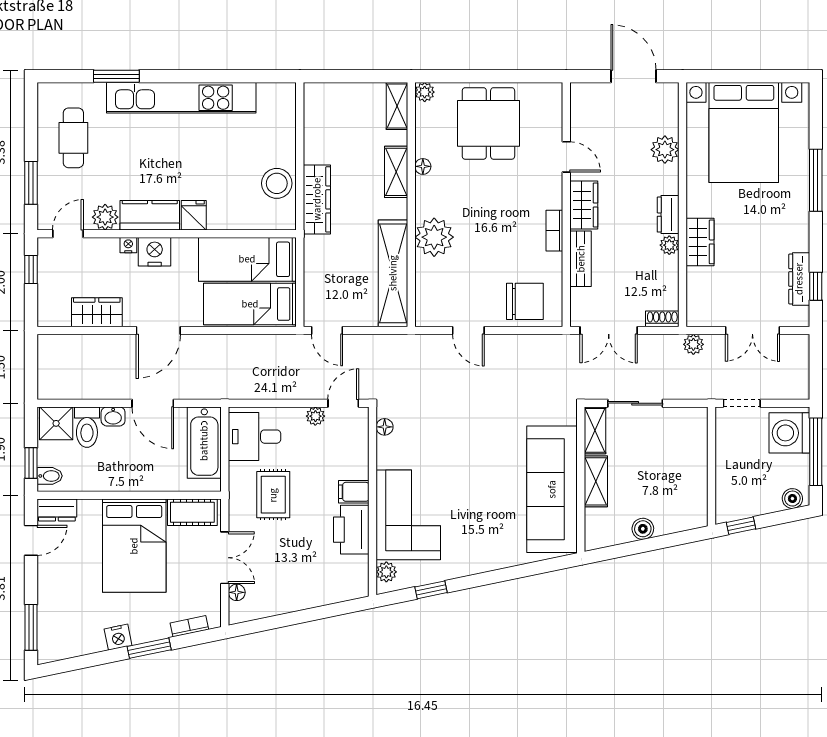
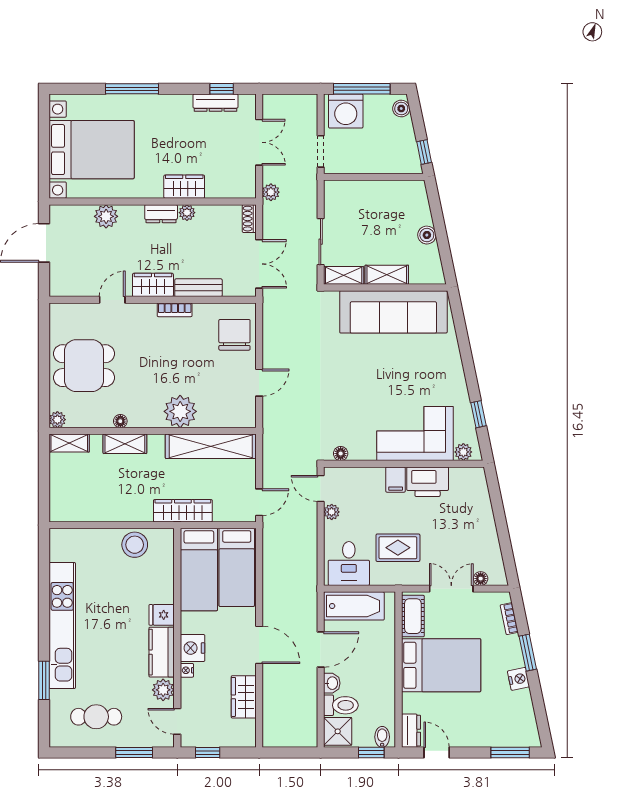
wardrobe: (317, 199) -> (183, 511), moved

